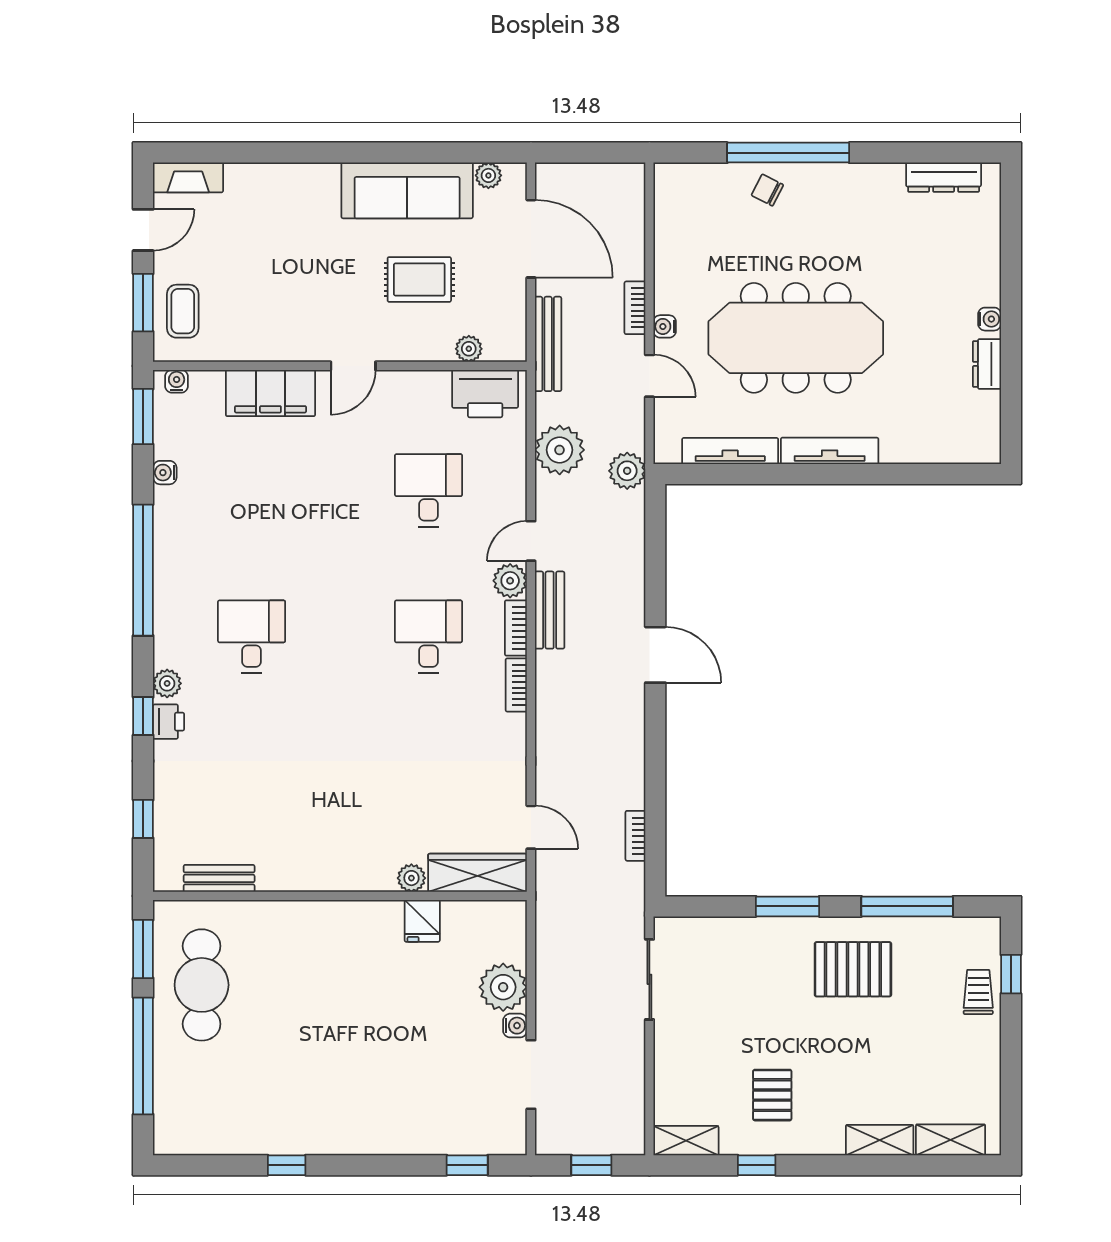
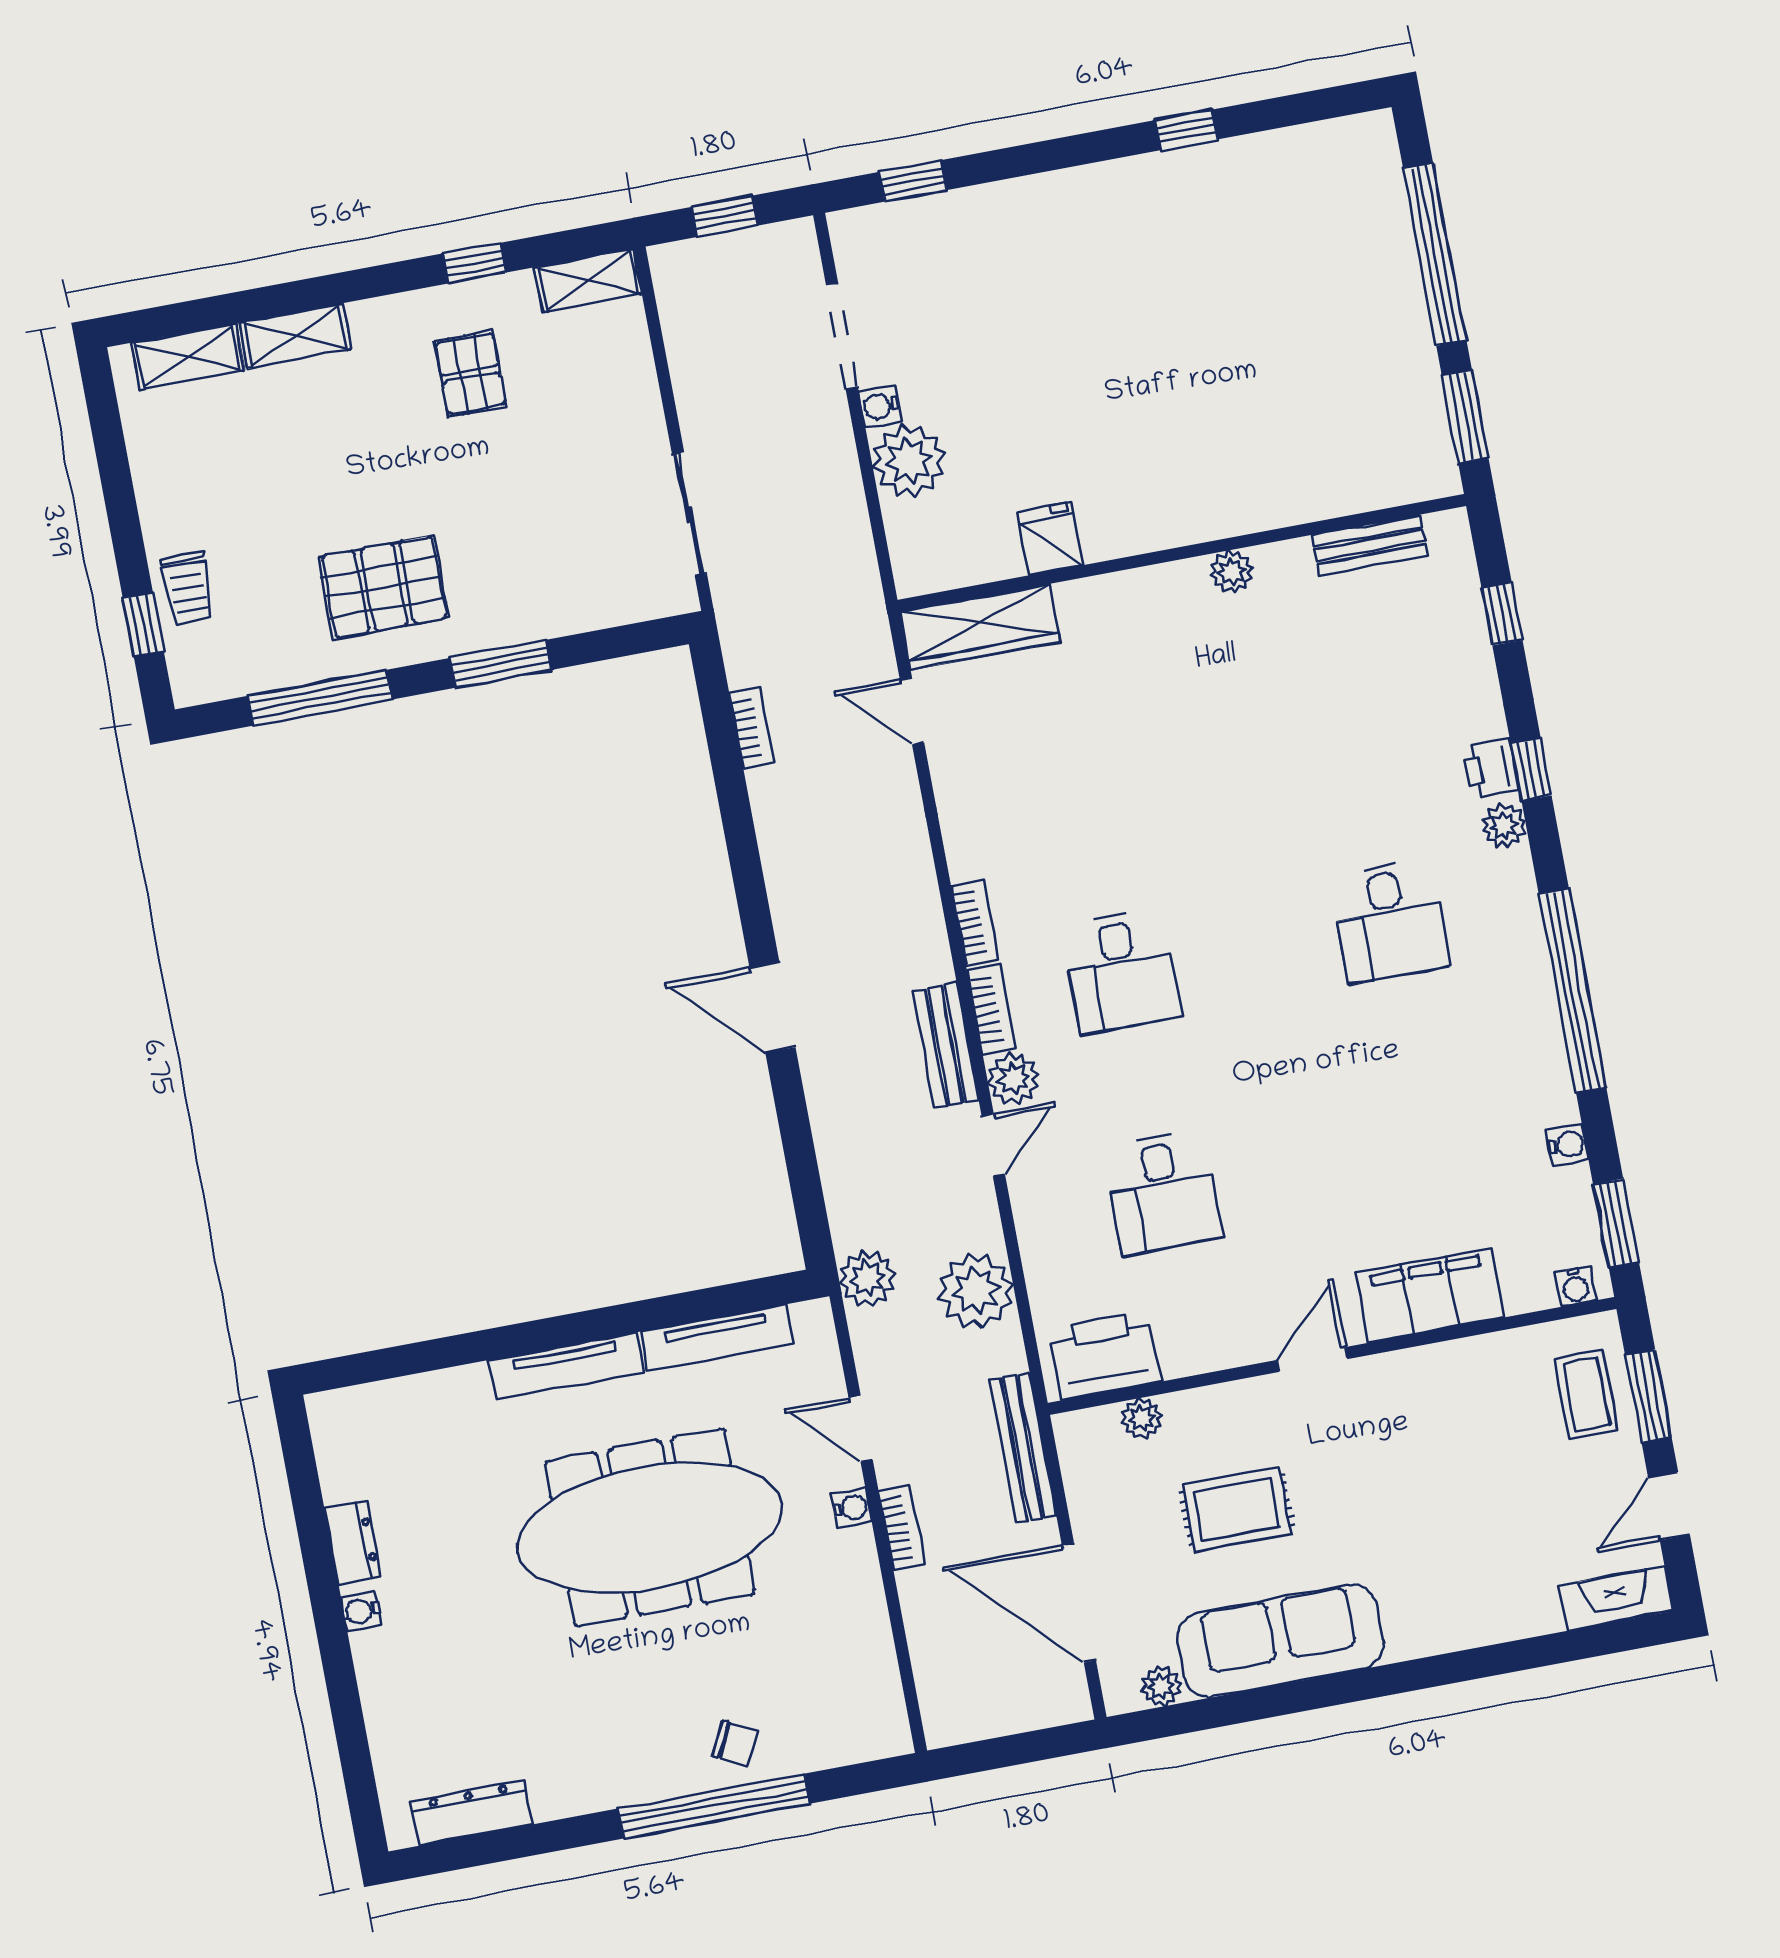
plant: (411, 878) -> (1232, 572), moved
cafe table: (202, 985) -> (1366, 379), removed

